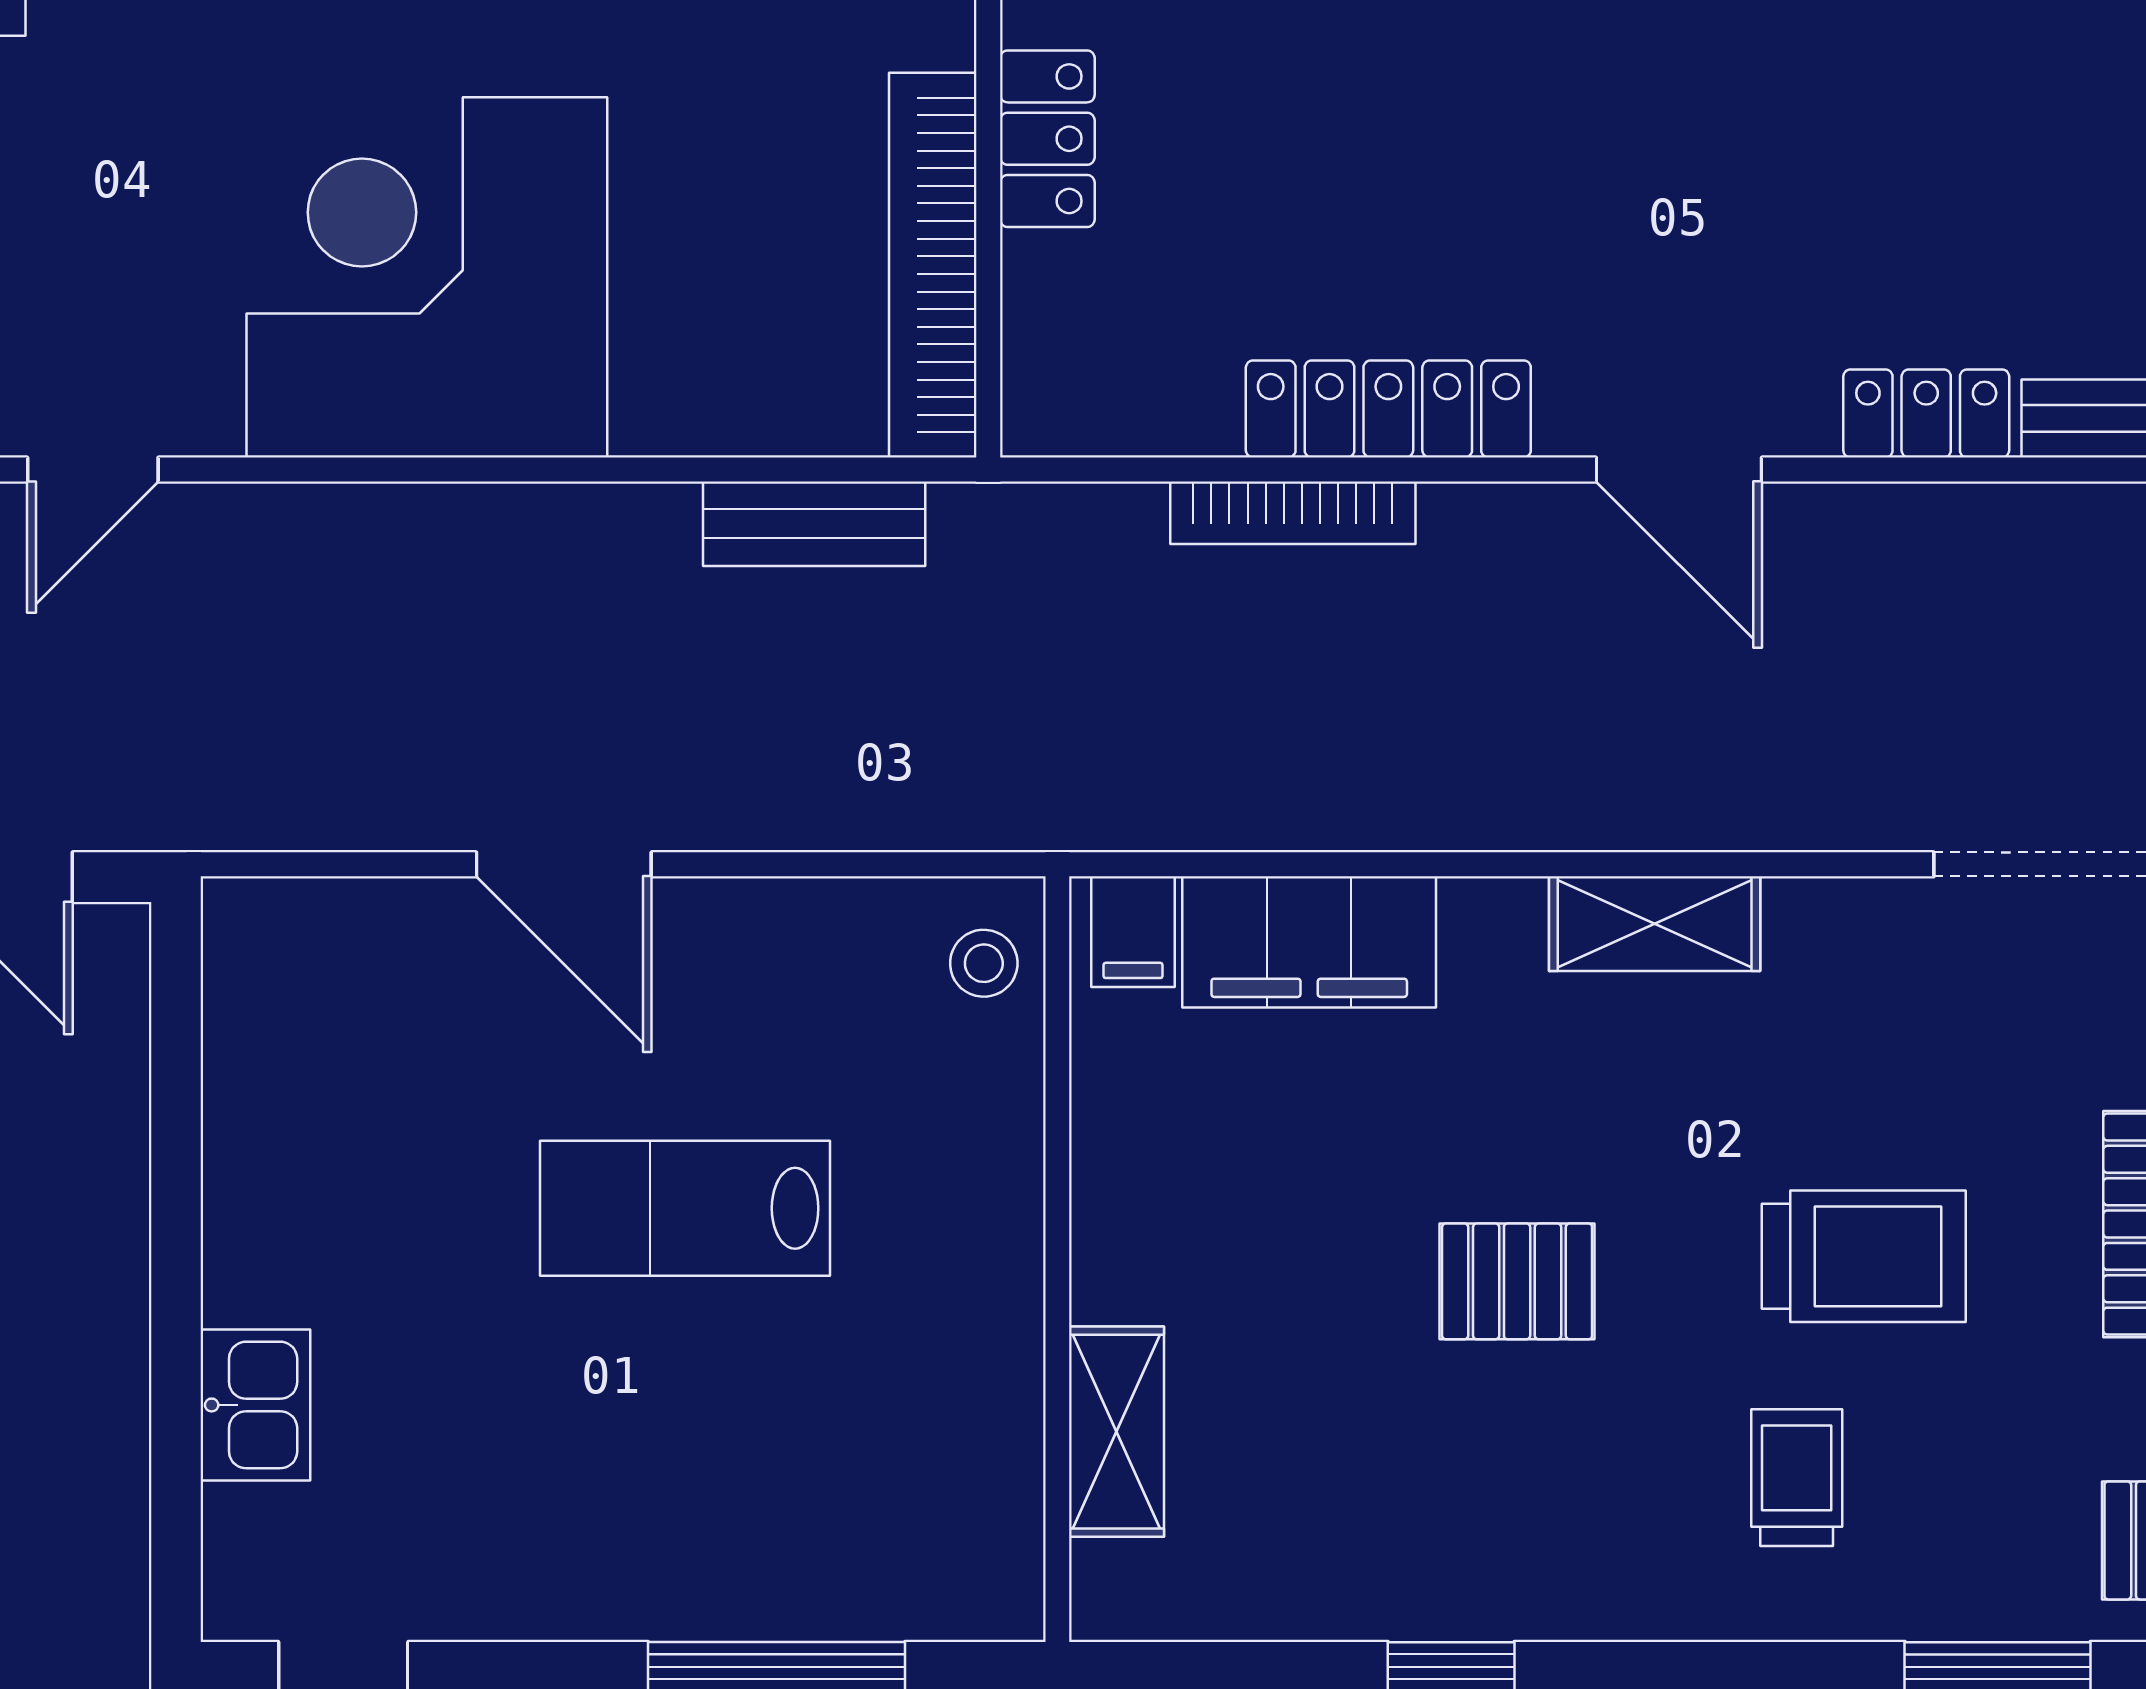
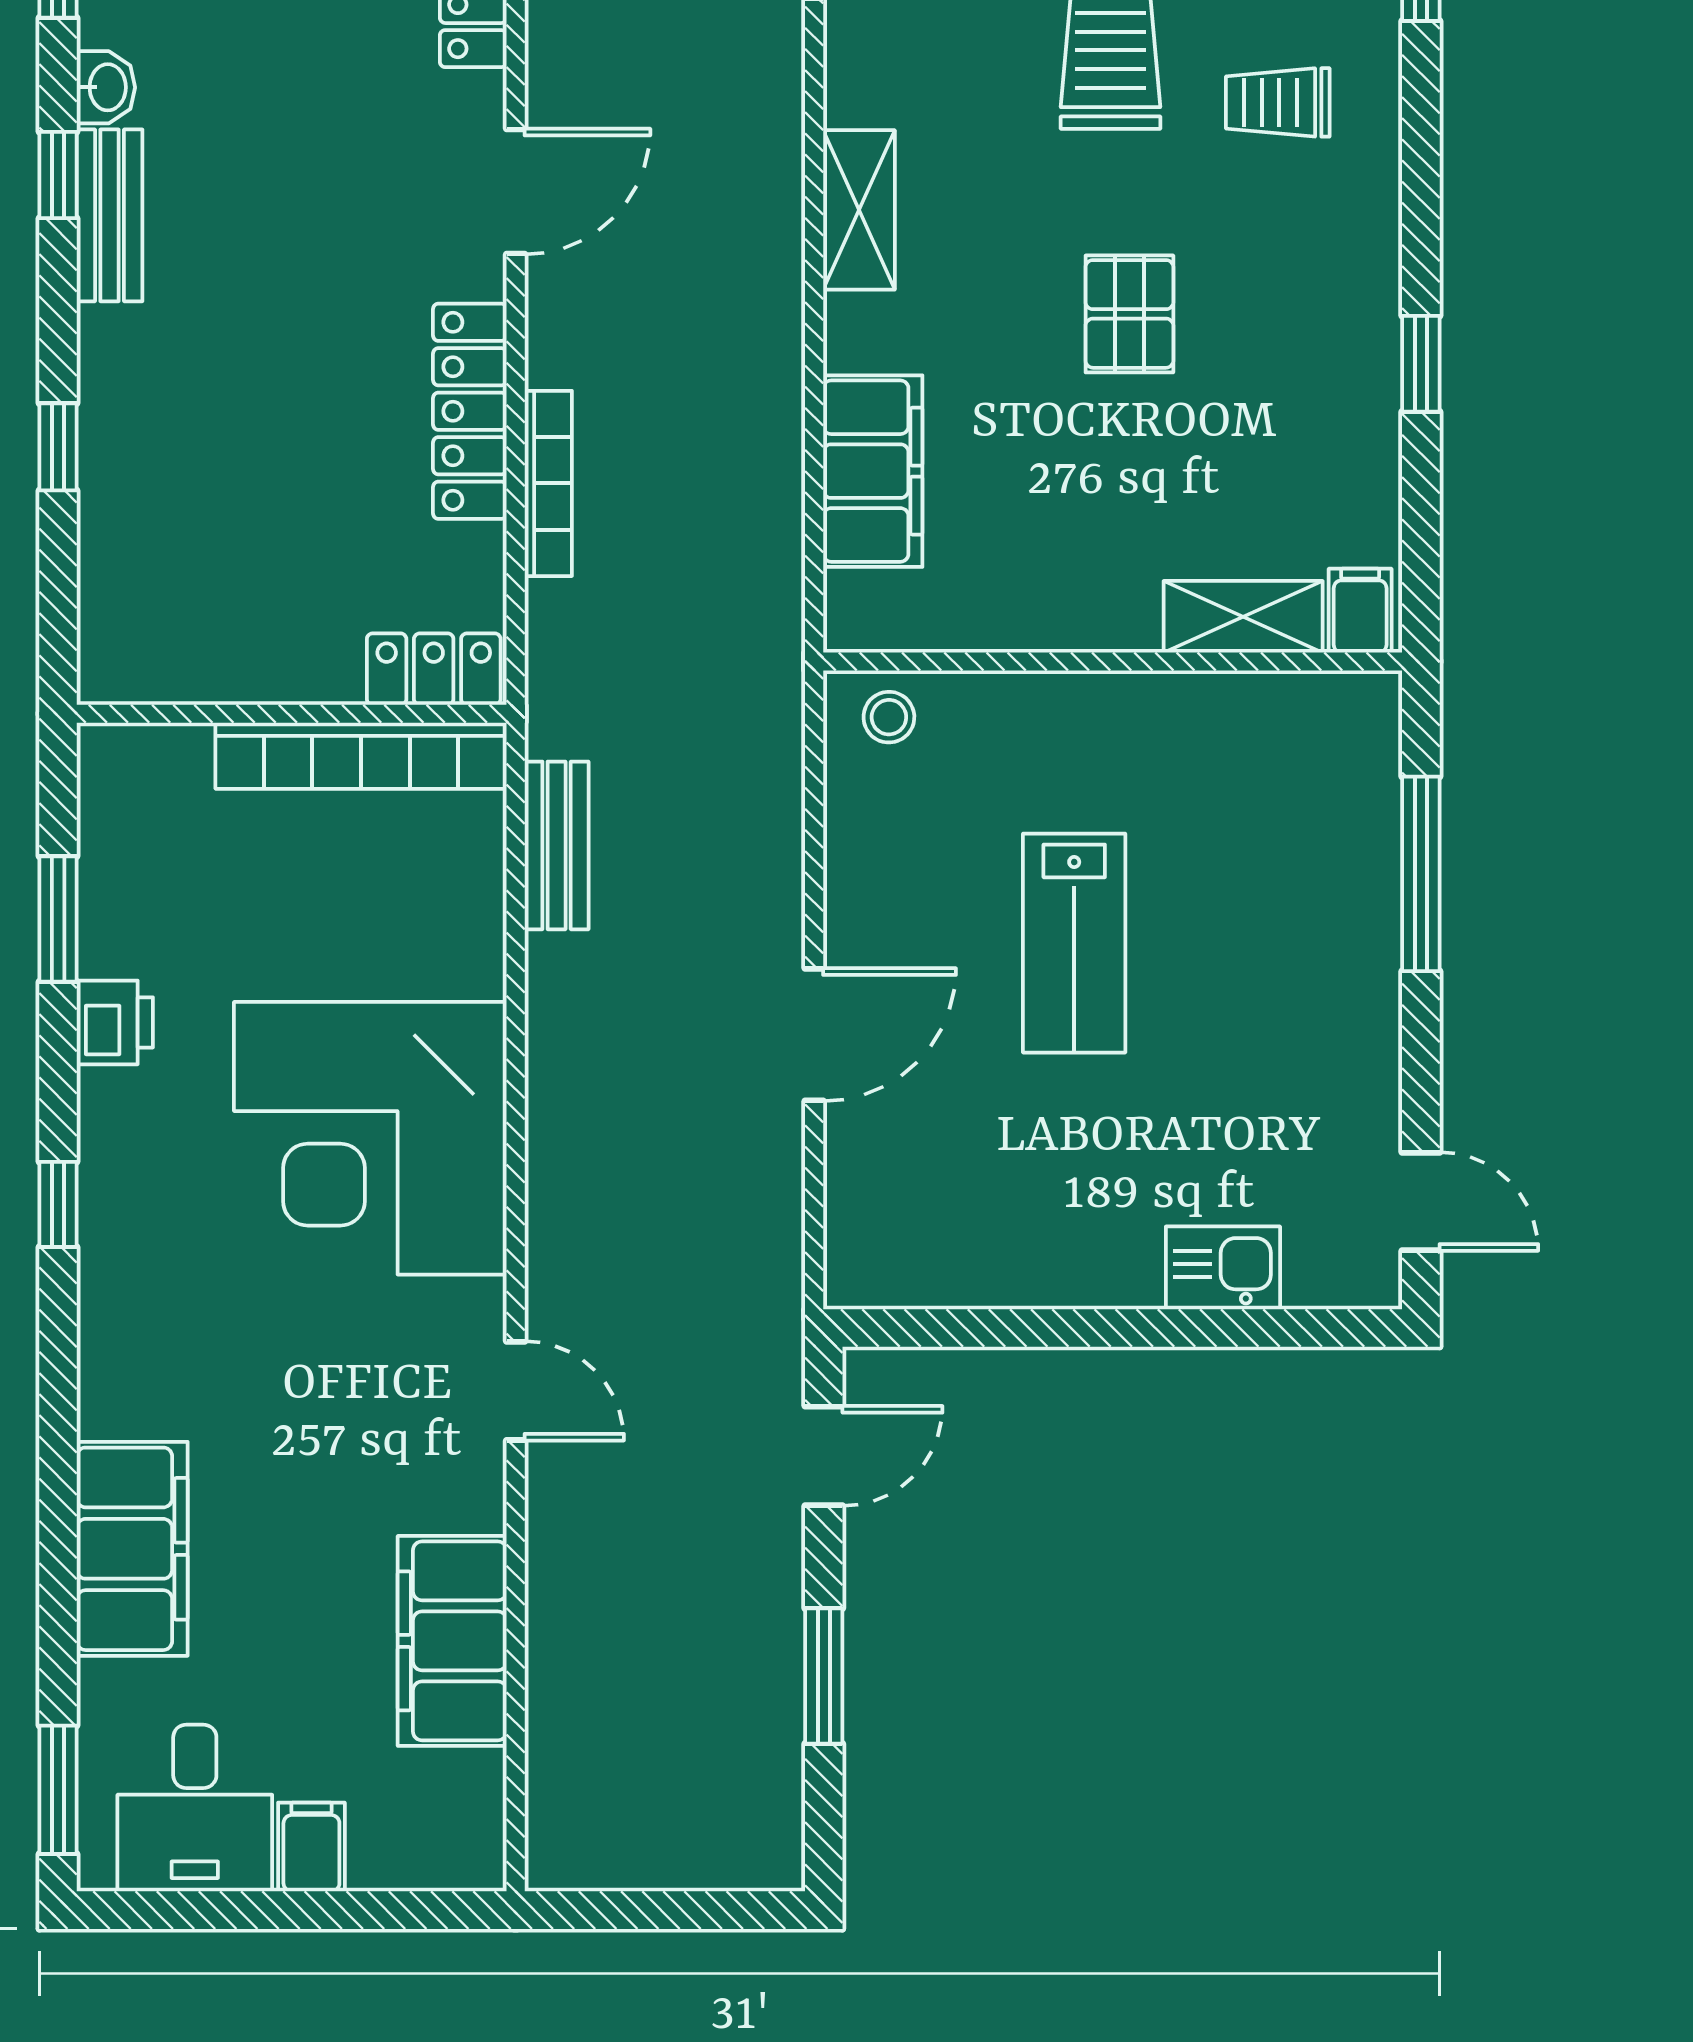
locker: (1047, 139) -> (434, 669), moved
filing cabinet: (1133, 932) -> (1360, 611), moved, turned -90

